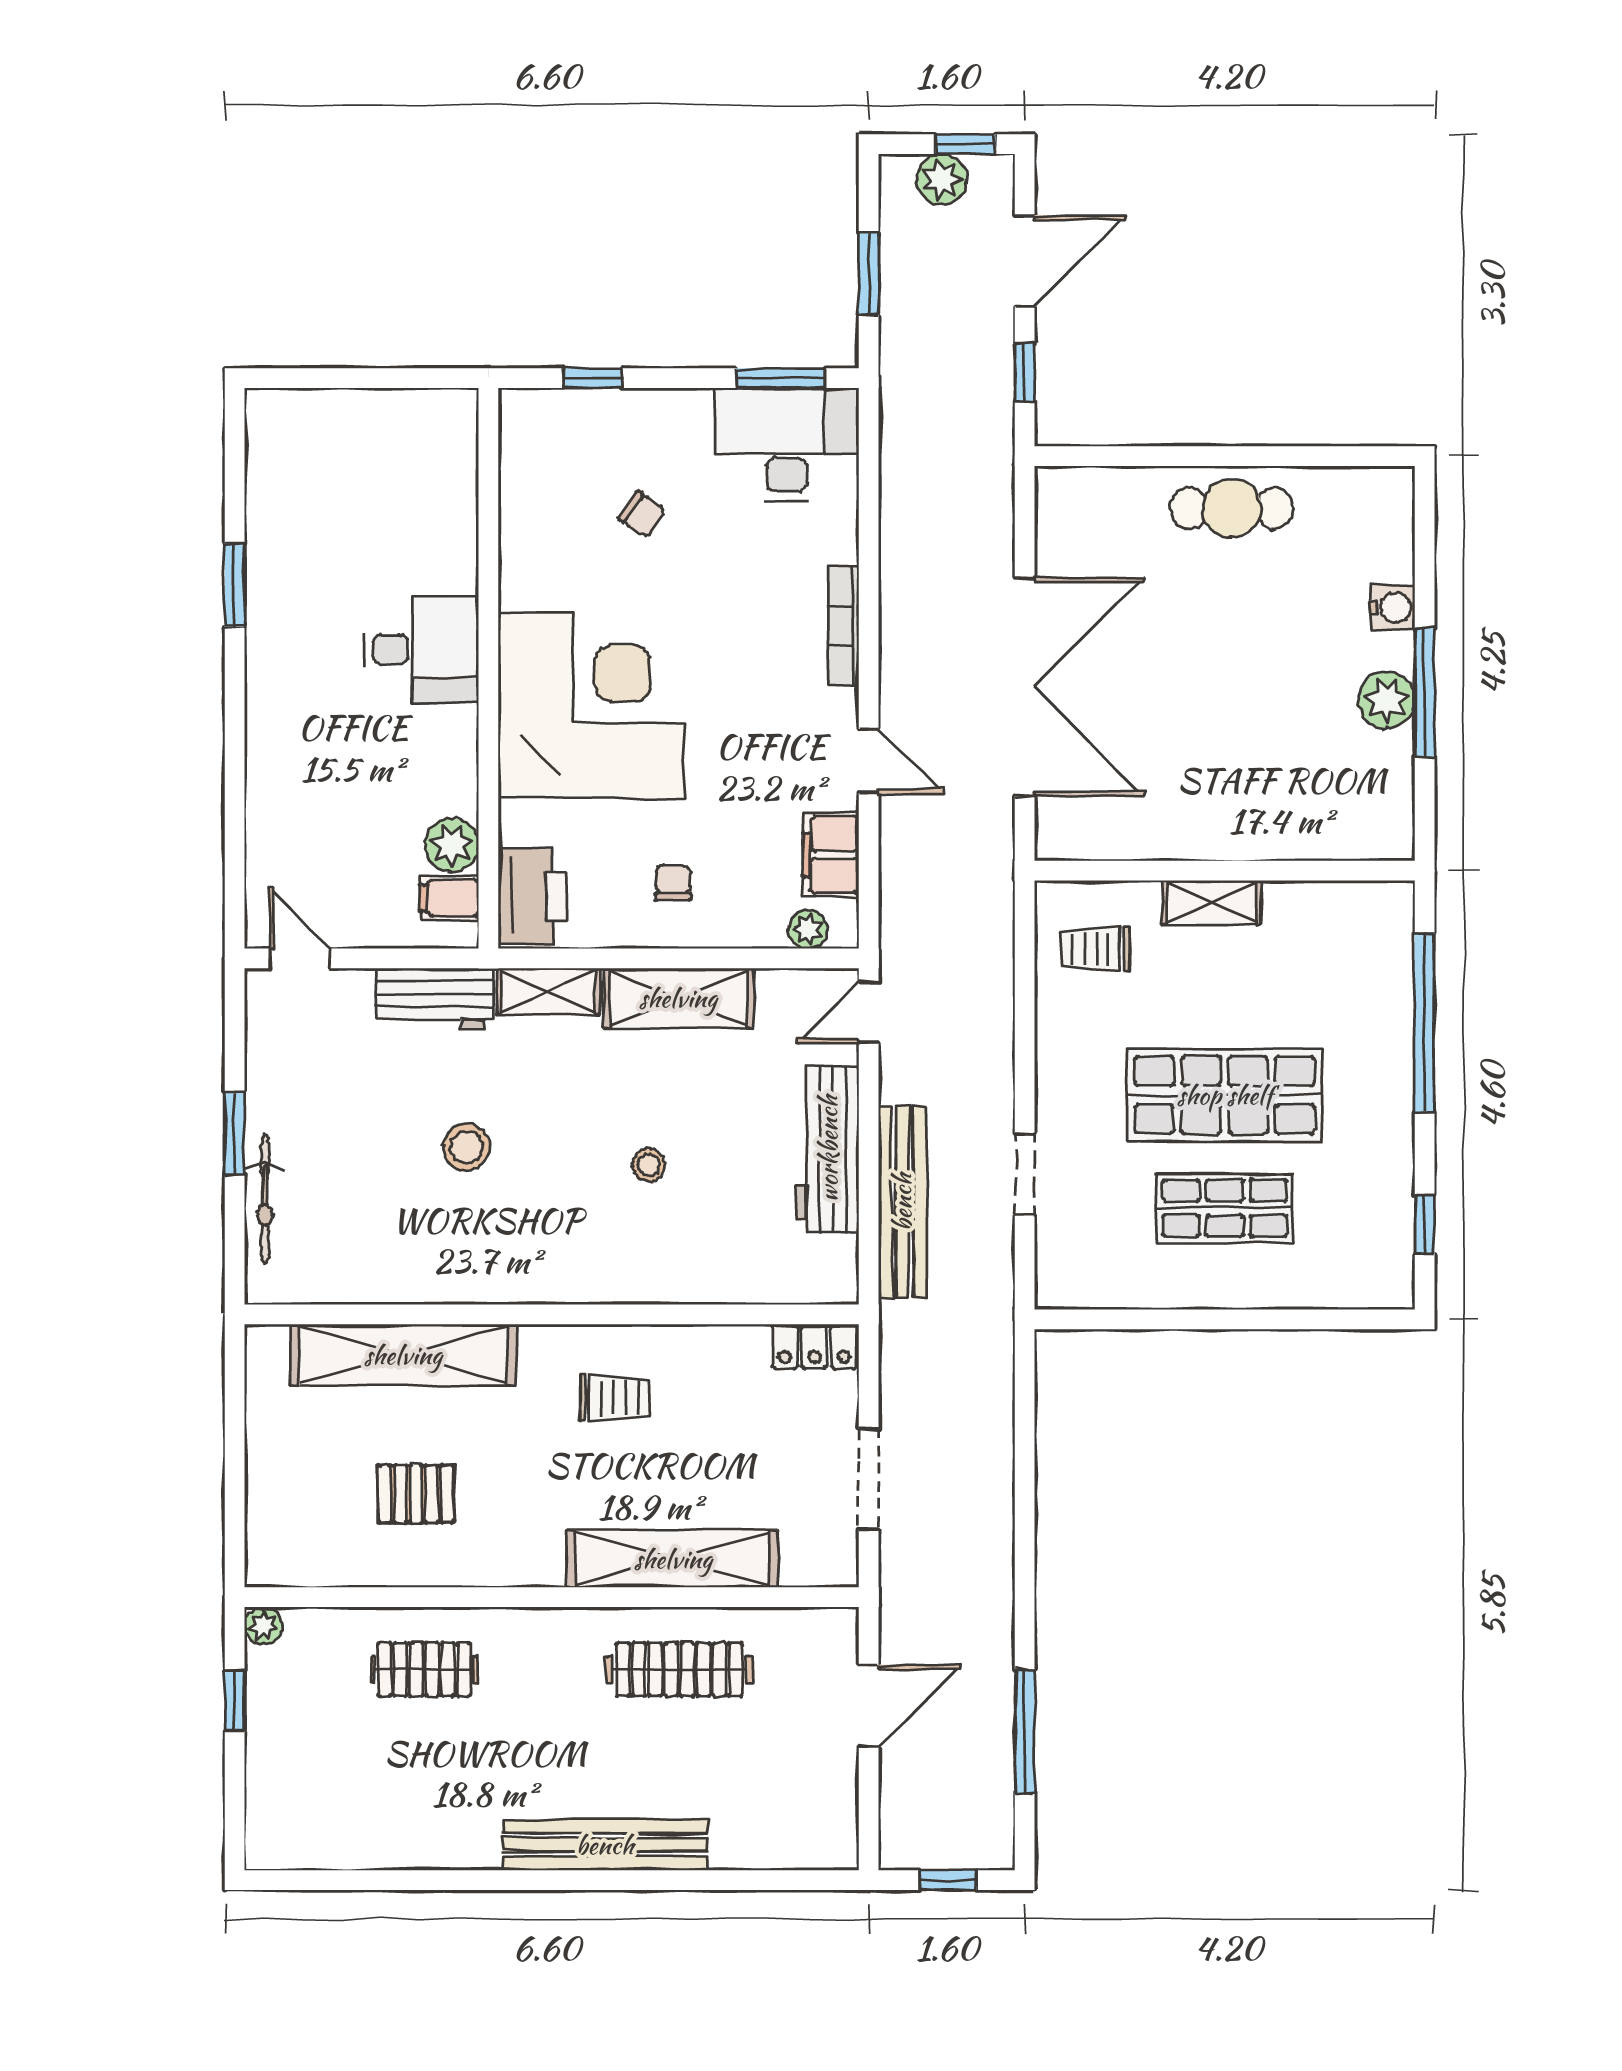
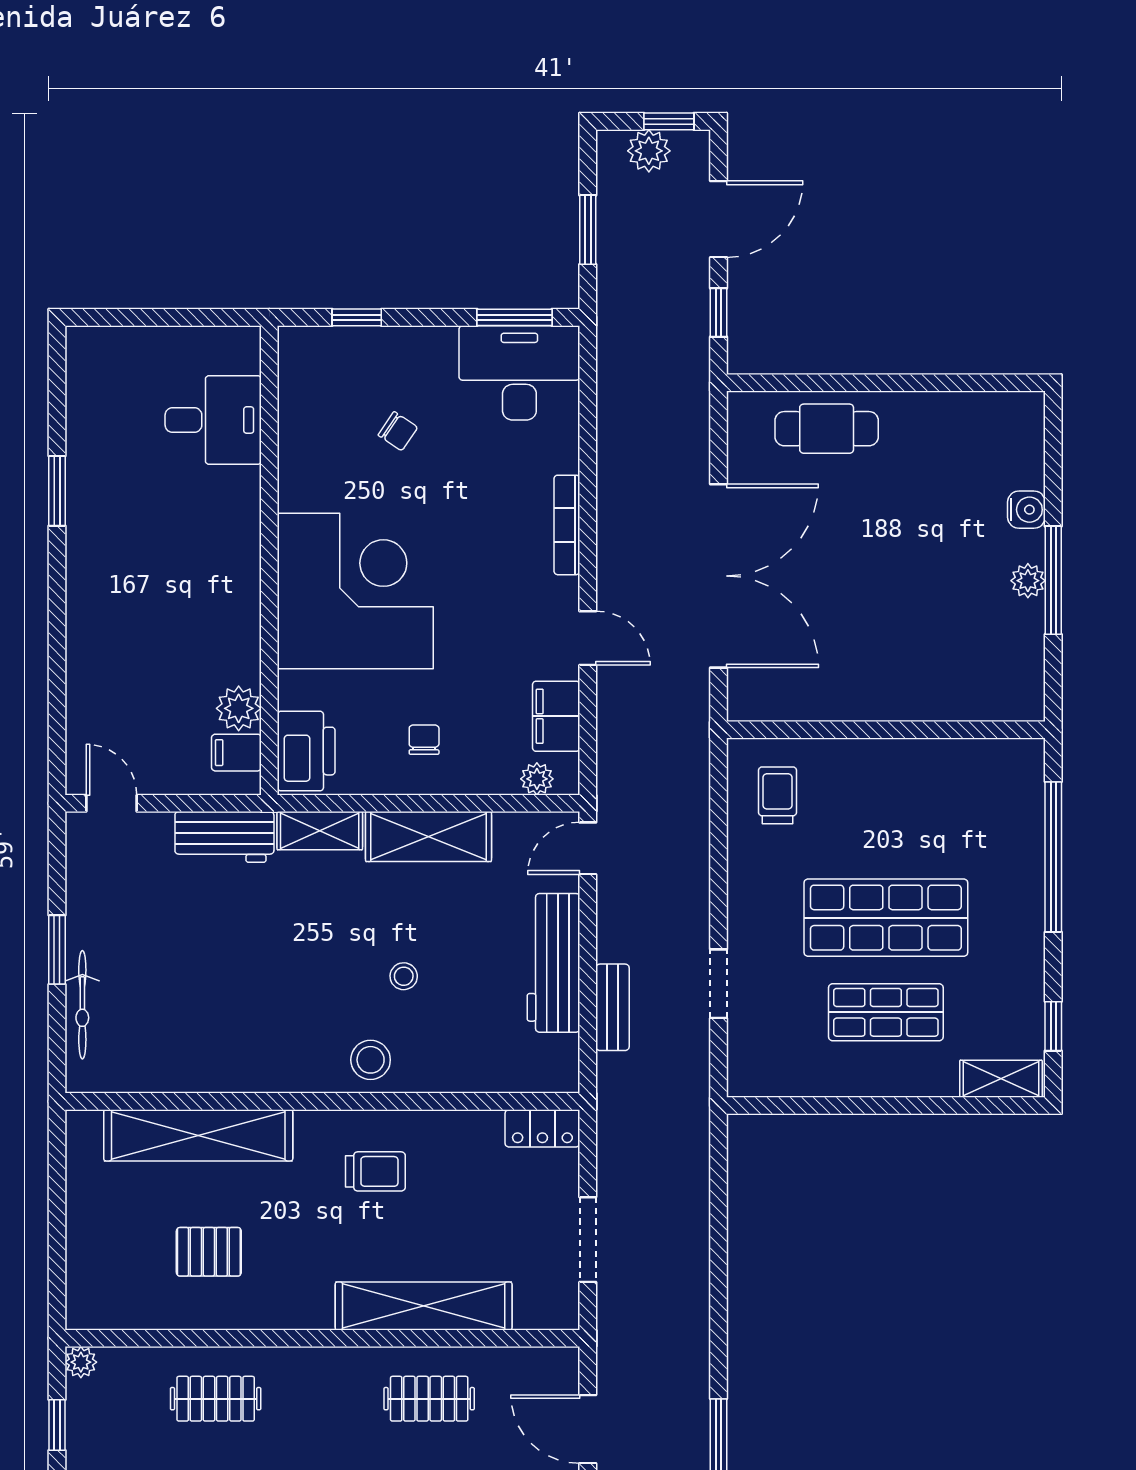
cafe table: (1232, 508) -> (827, 429), moved
desk: (421, 649) -> (213, 420), moved
plant: (1387, 700) -> (1028, 581), width x0.73, depth x0.73
shelving: (1212, 903) -> (1001, 1079), moved
trolley: (1095, 949) -> (777, 795), turned 90
stool: (467, 1147) -> (371, 1060), moved
bench: (902, 1202) -> (612, 1007), width x0.54, depth x0.82
clothes rail: (679, 1669) -> (429, 1399), width x0.73
door: (869, 1706) -> (588, 1429), swing flipped

